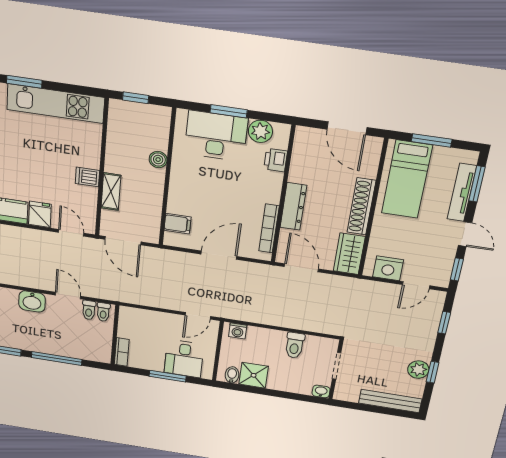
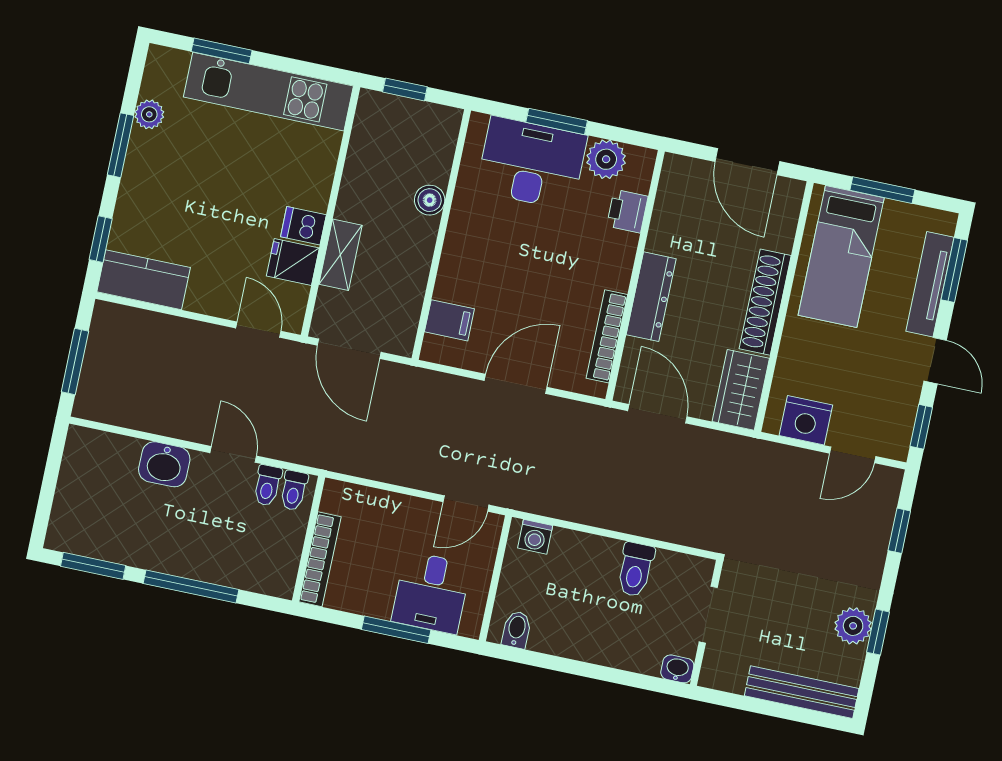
fridge: (40, 214) -> (293, 262), moved, turned -90
bookcase: (122, 352) -> (320, 559), width x1.56
shower: (254, 375) -> (556, 631), removed

